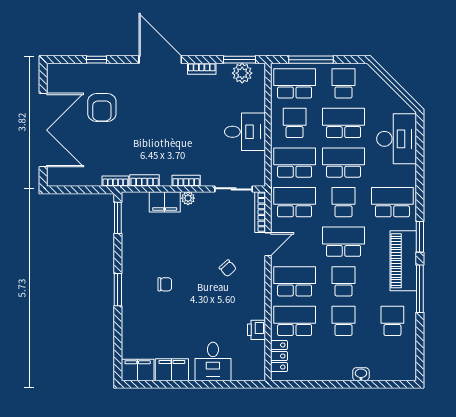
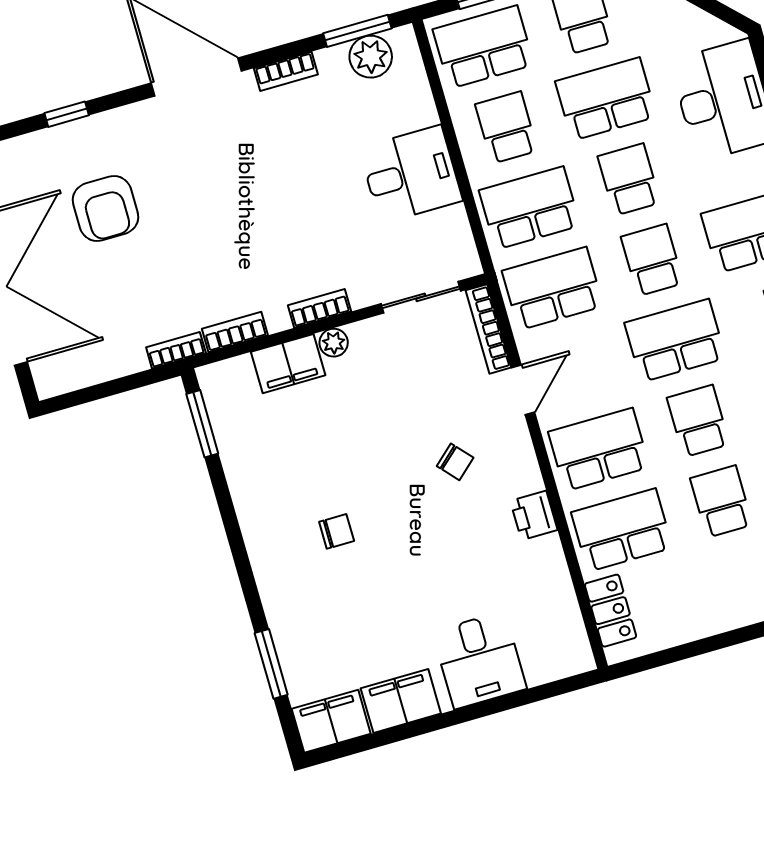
school desk: (344, 163) -> (629, 179), width x0.54
window: (118, 290) -> (271, 664), moved
printer: (257, 330) -> (534, 515), moved

